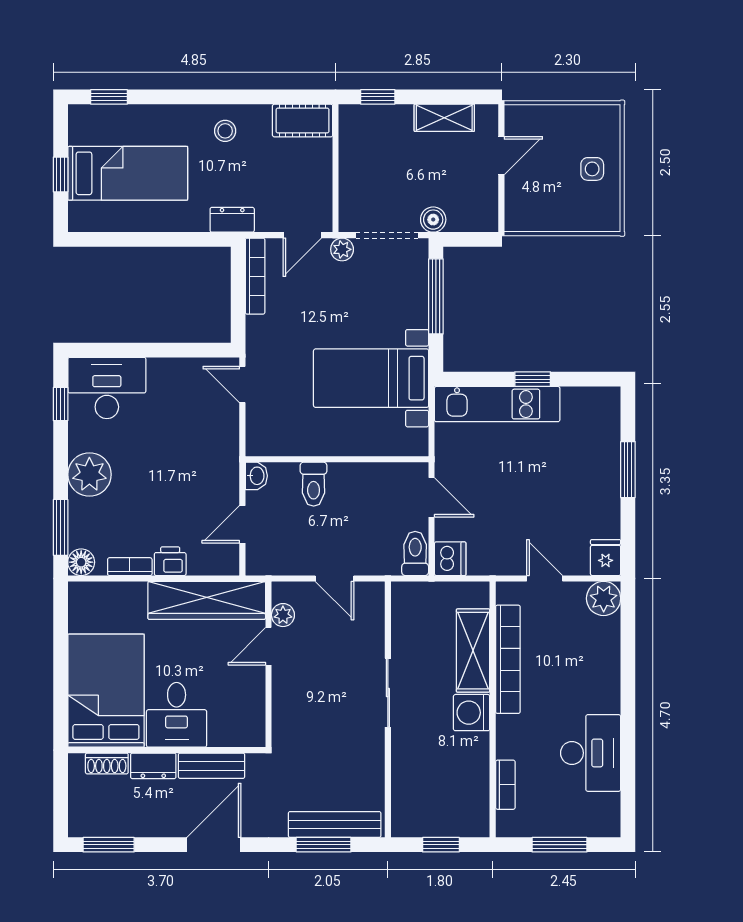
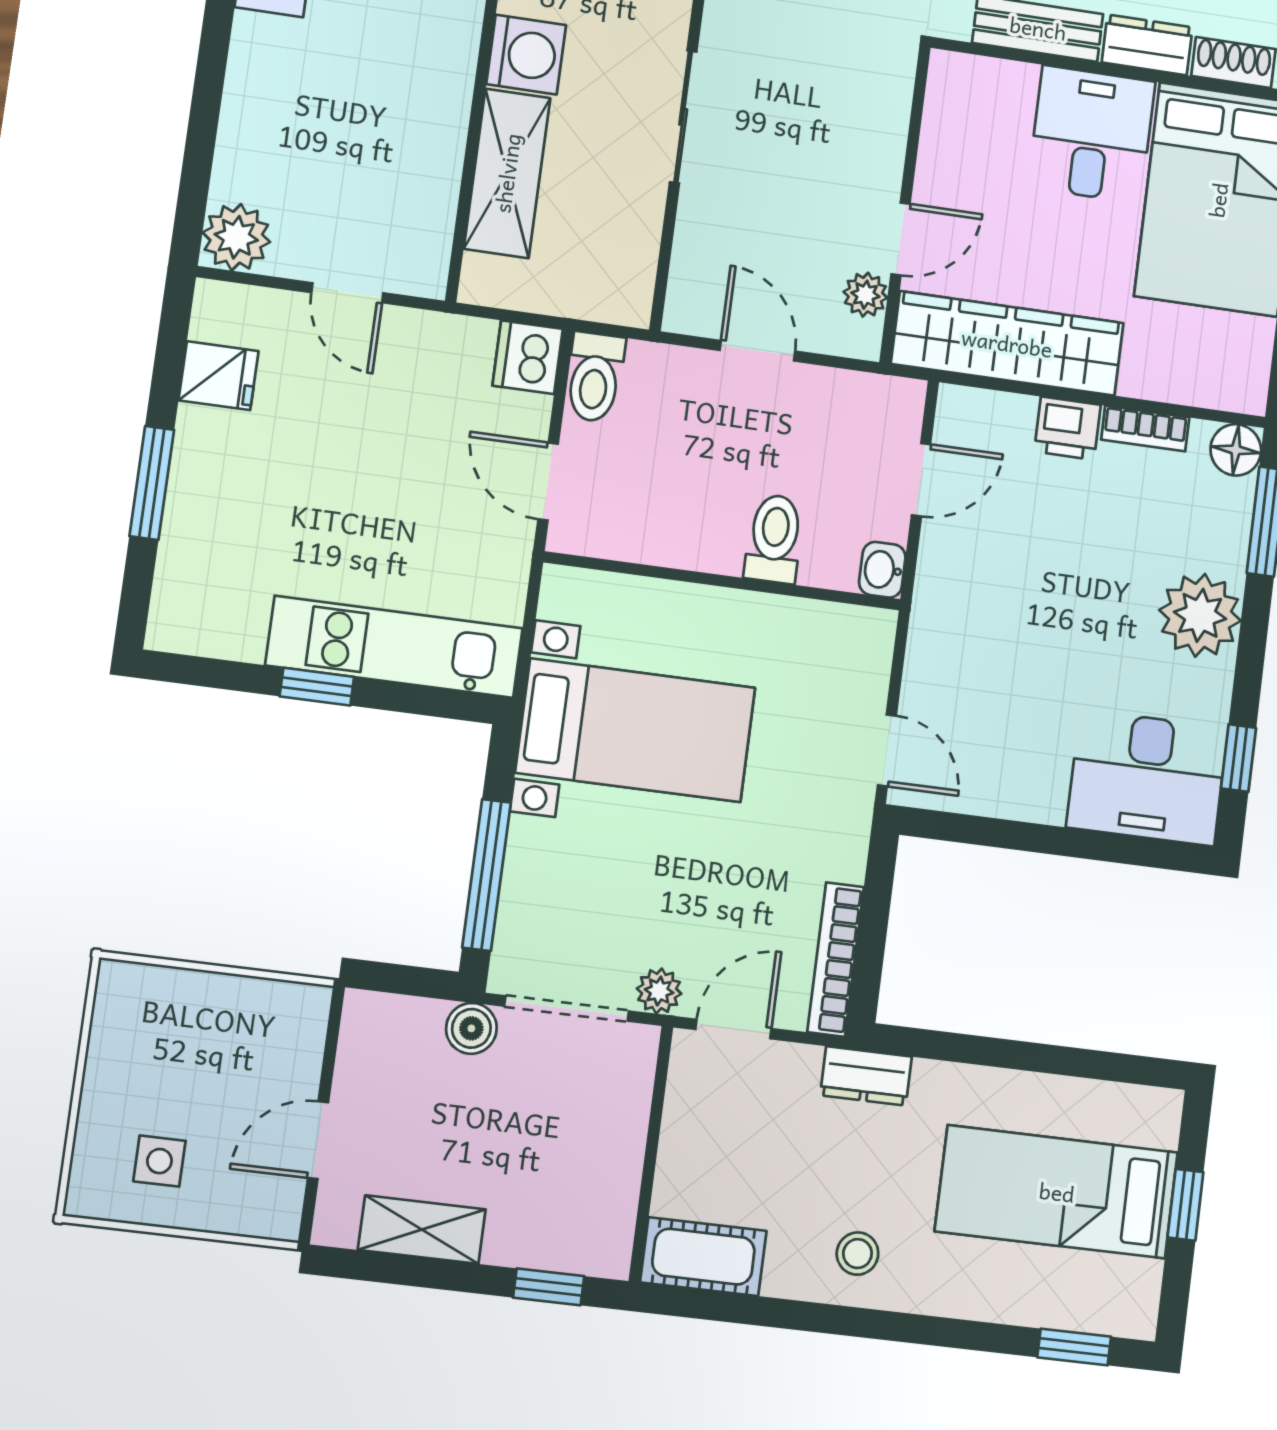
side table: (592, 169) -> (159, 1161), moved
fridge: (606, 558) -> (219, 376), moved, turned -90
bookcase: (508, 659) -> (441, 147), removed

